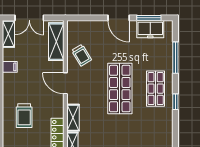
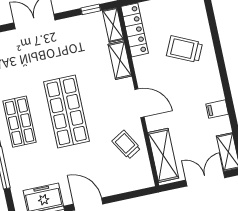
trolley: (24, 116) -> (185, 49), turned -65

